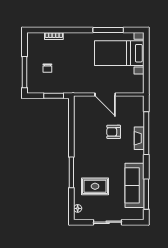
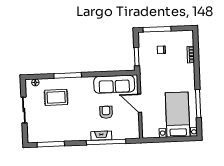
door: (105, 95) -> (140, 103), hinge flipped
sofa: (135, 185) -> (114, 84), moved, turned 180
rug: (95, 186) -> (56, 97), turned 90

